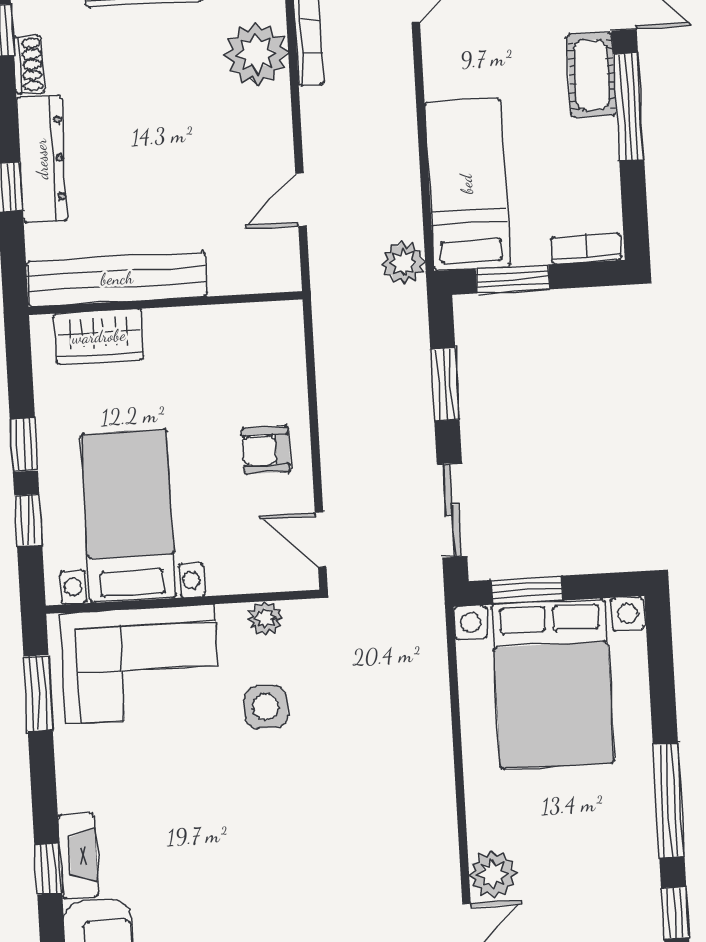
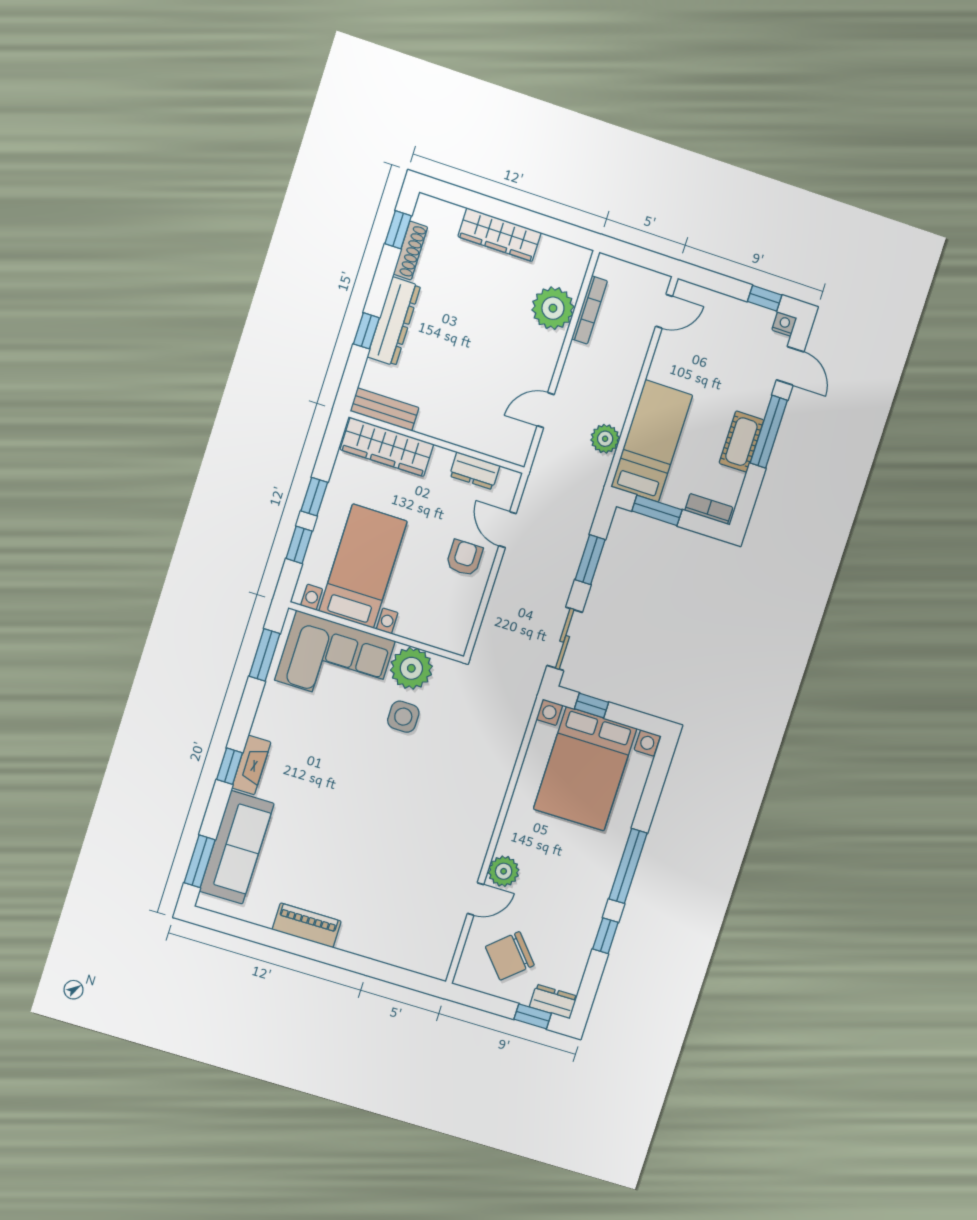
shoe rack: (28, 65) -> (410, 251), width x1.43
cot: (592, 75) -> (741, 442), moved
plant: (403, 263) -> (605, 439), moved
bench: (117, 279) -> (385, 409), width x0.54, depth x0.82
dresser: (234, 323) -> (475, 471), added
wardrobe: (99, 337) -> (387, 447), width x1.50
armchair: (266, 450) -> (464, 558), turned 90
door: (321, 540) -> (508, 530), moved
window: (527, 590) -> (592, 706), width x0.67
plant: (265, 618) -> (411, 668), width x1.88, depth x1.88

